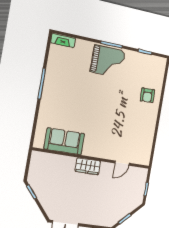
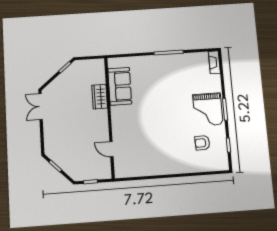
armchair: (147, 95) -> (202, 143), moved
wardrobe: (88, 166) -> (100, 97), moved

